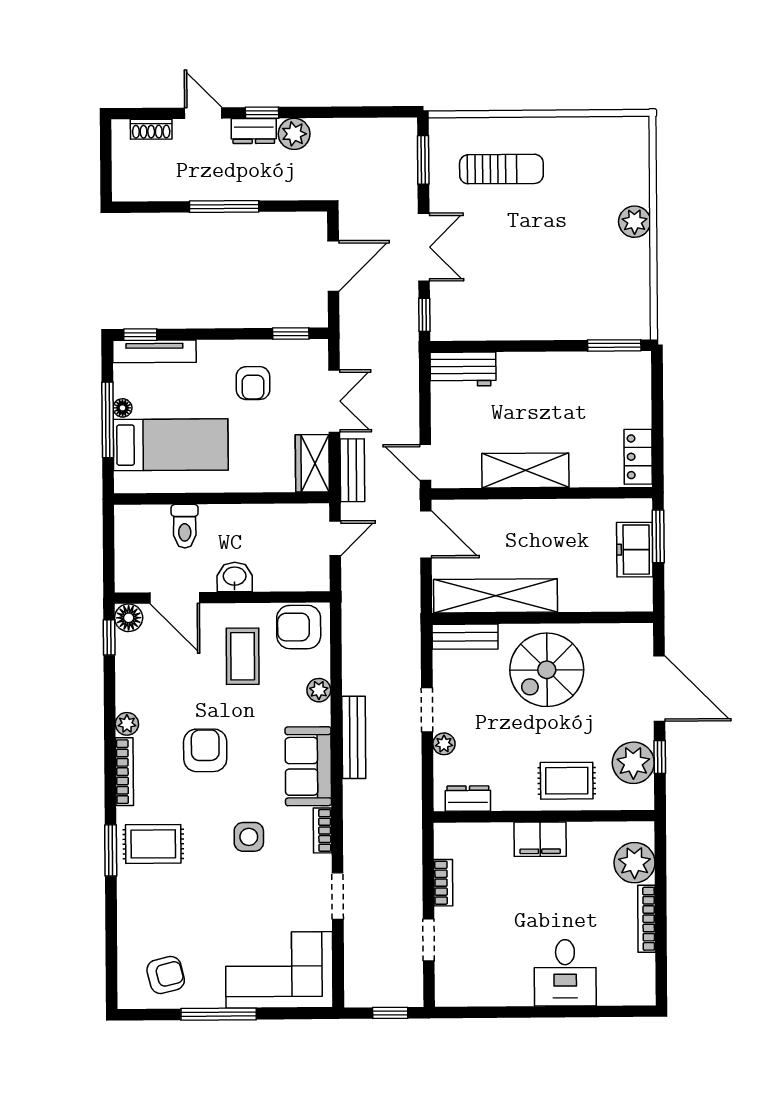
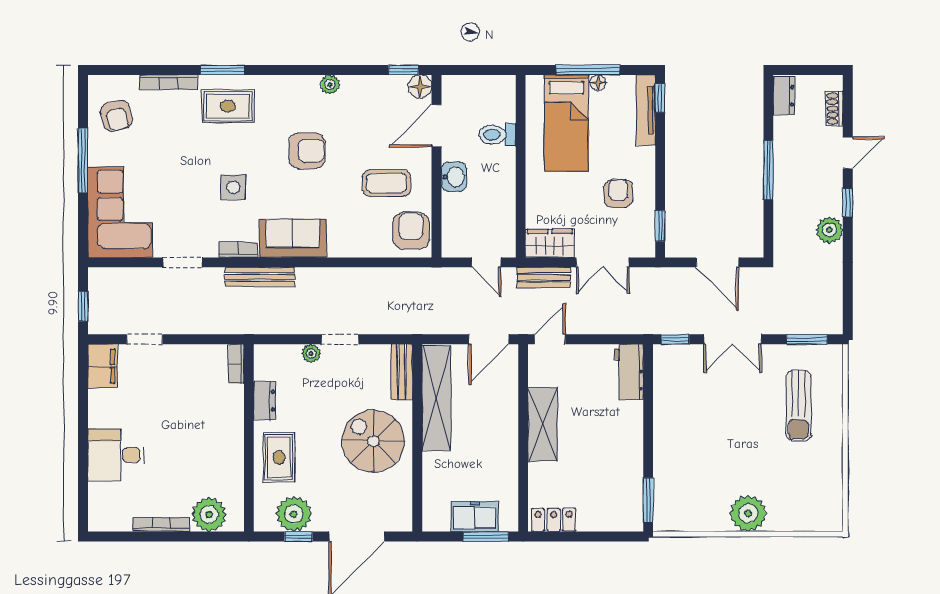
dresser: (254, 131) -> (784, 96), moved, turned 180
plant: (635, 222) -> (748, 513), width x1.36, depth x1.36
armchair: (253, 383) -> (618, 193), turned 90
plant: (319, 690) -> (357, 248), removed
bench: (354, 737) -> (260, 277), moved
bookcase: (125, 772) -> (168, 82), moved
dresser: (468, 799) -> (264, 401), moved
filing cabinet: (540, 839) -> (102, 366), moved, turned 180
rug: (153, 844) -> (228, 106), turned 90
bookcase: (443, 883) -> (236, 364), moved, turned 90

